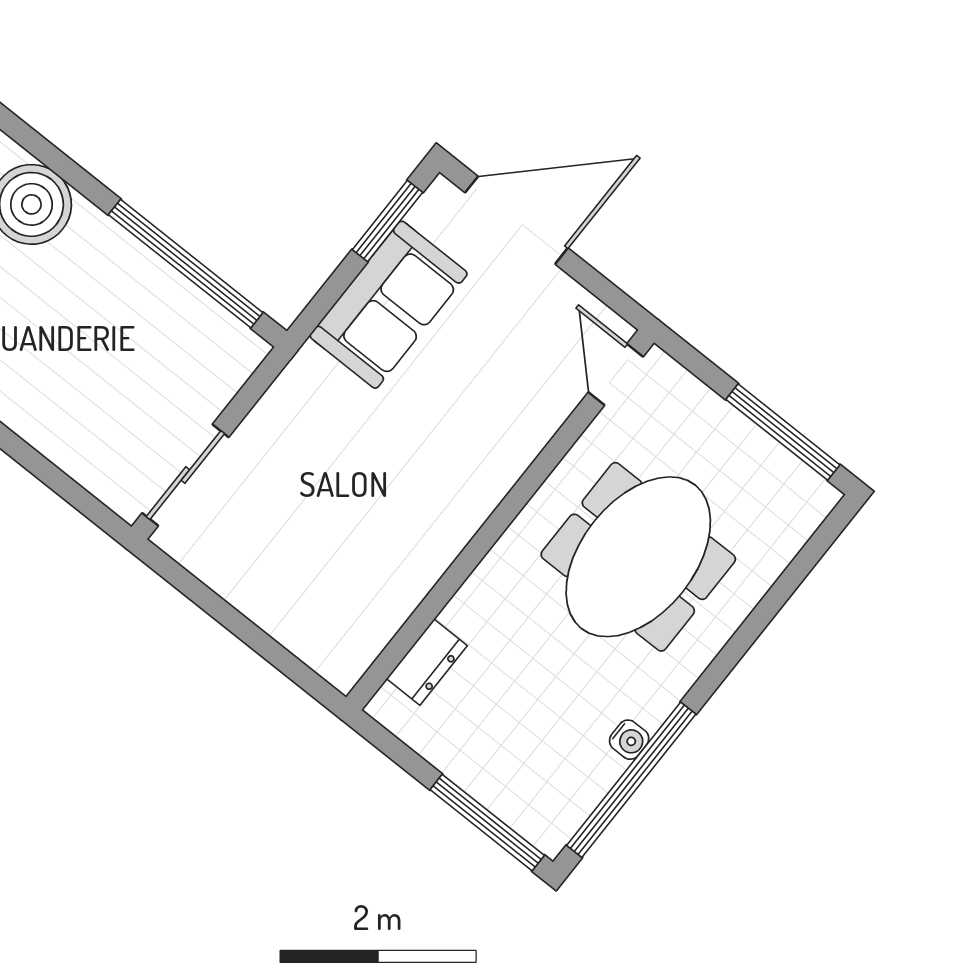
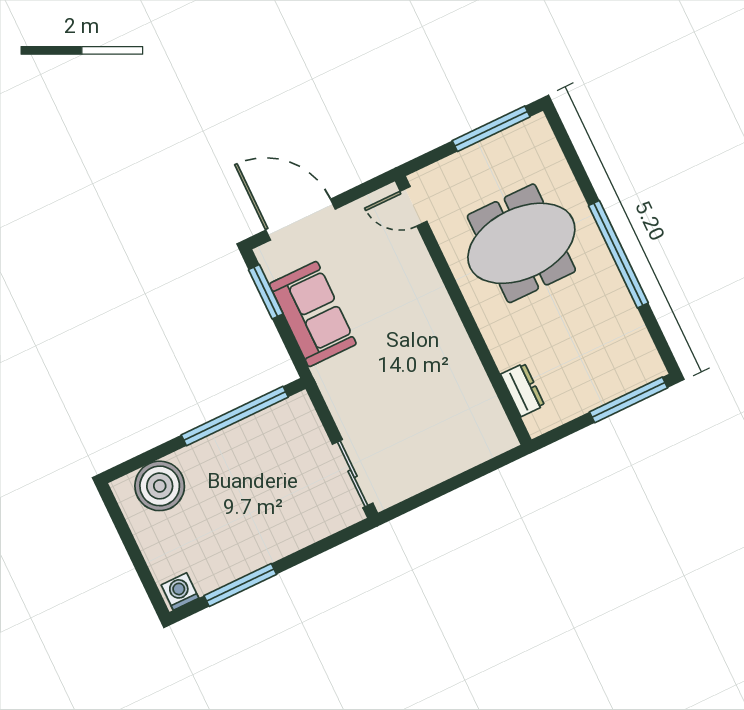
door: (517, 220) -> (301, 220), hinge flipped
meeting table: (638, 557) -> (521, 243), turned 90
water cooler: (629, 740) -> (621, 298), removed
window: (631, 780) -> (618, 254), moved

